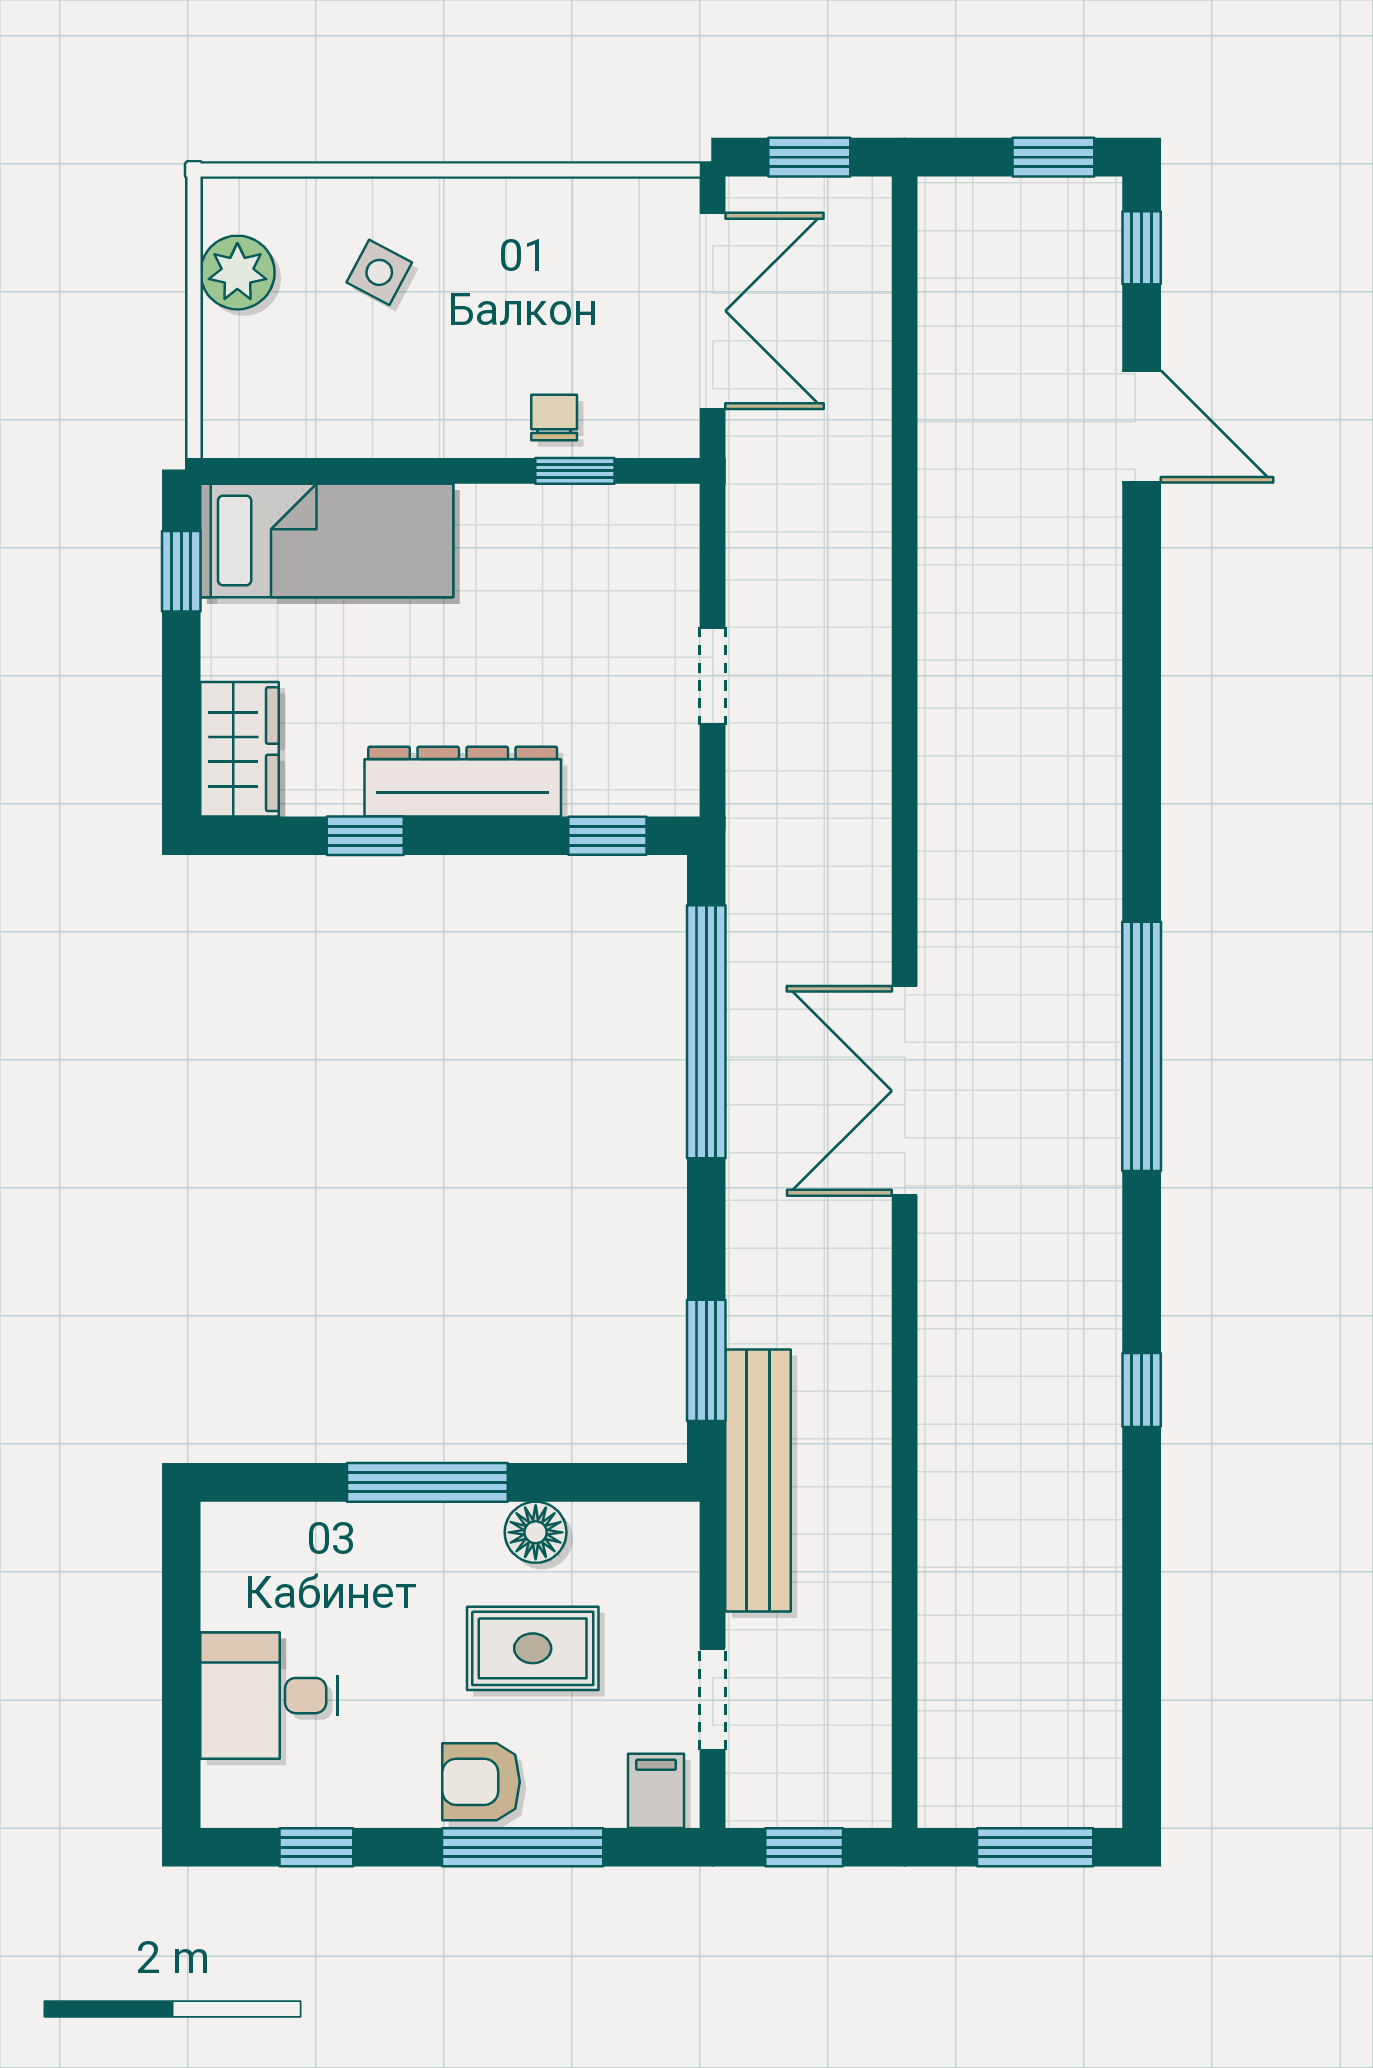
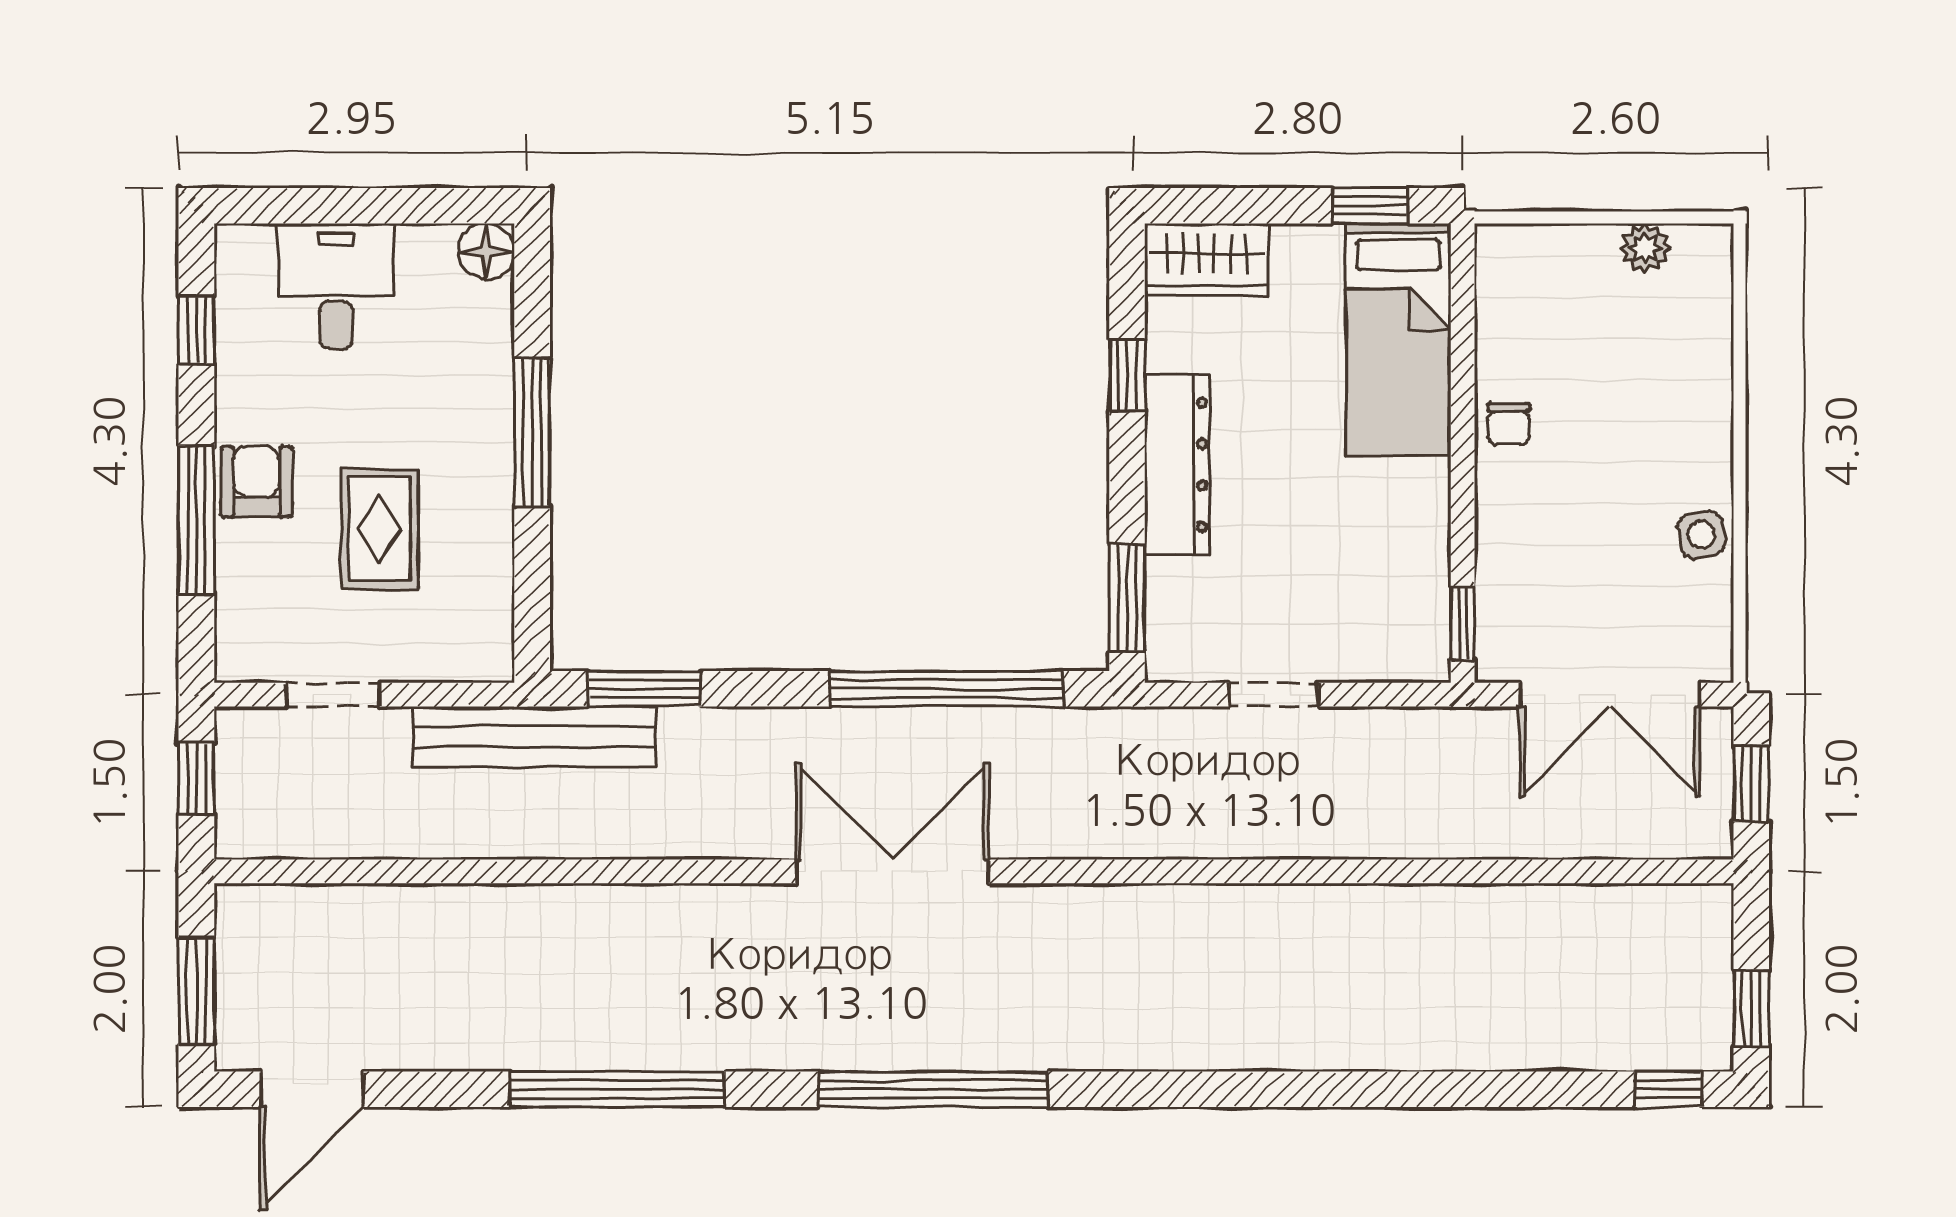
side table: (379, 272) -> (1701, 535), moved, turned -38
plant: (237, 273) -> (1645, 248), width x0.73, depth x0.73
chair: (554, 418) -> (1509, 424), moved, turned 90
door: (1142, 427) -> (312, 1089), moved
window: (575, 471) -> (1463, 623), moved
window: (607, 836) -> (1127, 598), width x1.50
window: (1142, 1390) -> (617, 1089), width x3.17
floor lamp: (536, 1532) -> (486, 252), moved
filing cabinet: (656, 1791) -> (248, 643), removed

